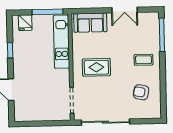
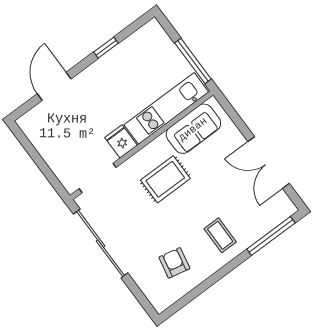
double door: (125, 10) -> (269, 163), width x1.37
fridge: (25, 23) -> (121, 141), moved, turned 90
sofa: (90, 23) -> (193, 129), moved, turned -90
rug: (96, 67) -> (165, 179), turned 90

